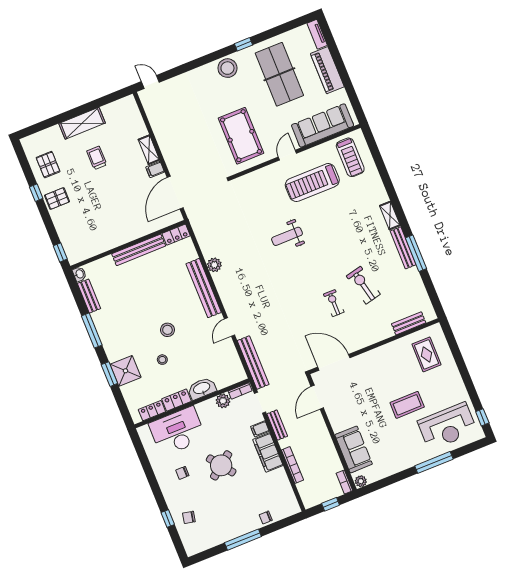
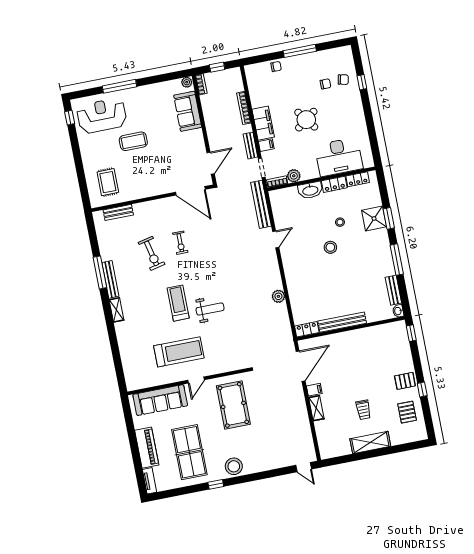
treadmill: (350, 157) -> (178, 303), moved
bench: (204, 288) -> (292, 278), removed
chair: (182, 473) -> (325, 84), moved

